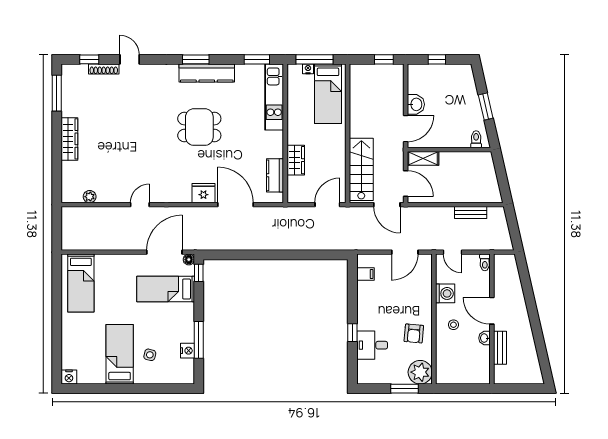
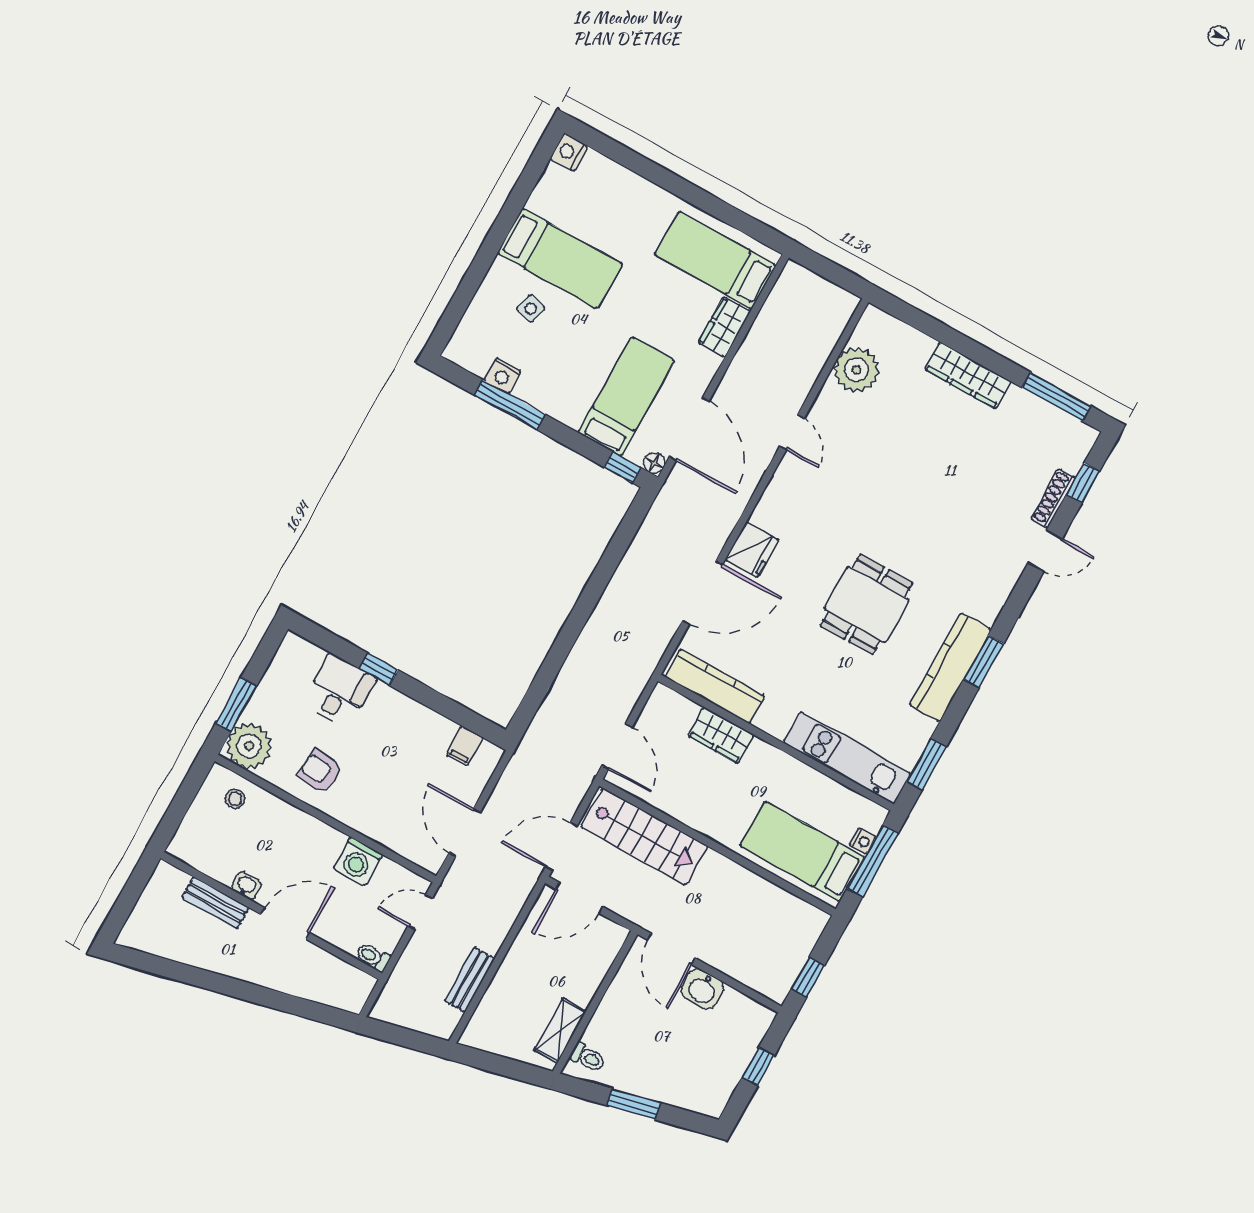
shelving: (423, 158) -> (560, 1031), moved
kitchen counter: (275, 175) -> (715, 686), width x1.50
plant: (90, 197) -> (856, 370), width x1.88, depth x1.88
wardrobe: (109, 262) -> (724, 327), added
stool: (453, 325) -> (235, 799), moved

